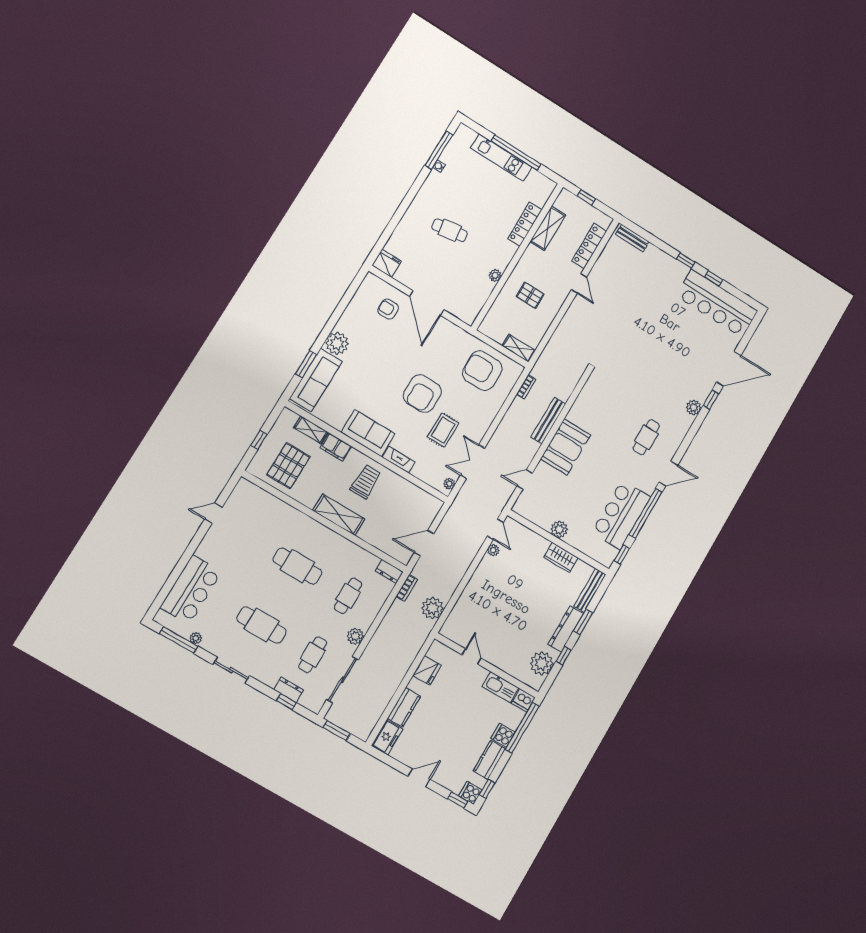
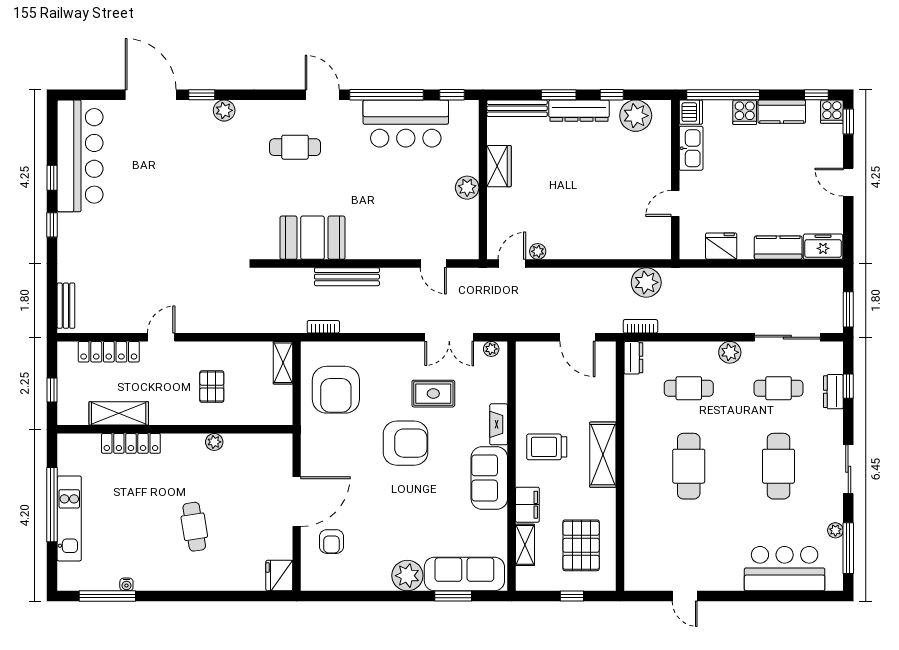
booth: (566, 447) -> (312, 238), moved
pallet: (288, 466) -> (581, 545), turned 90

